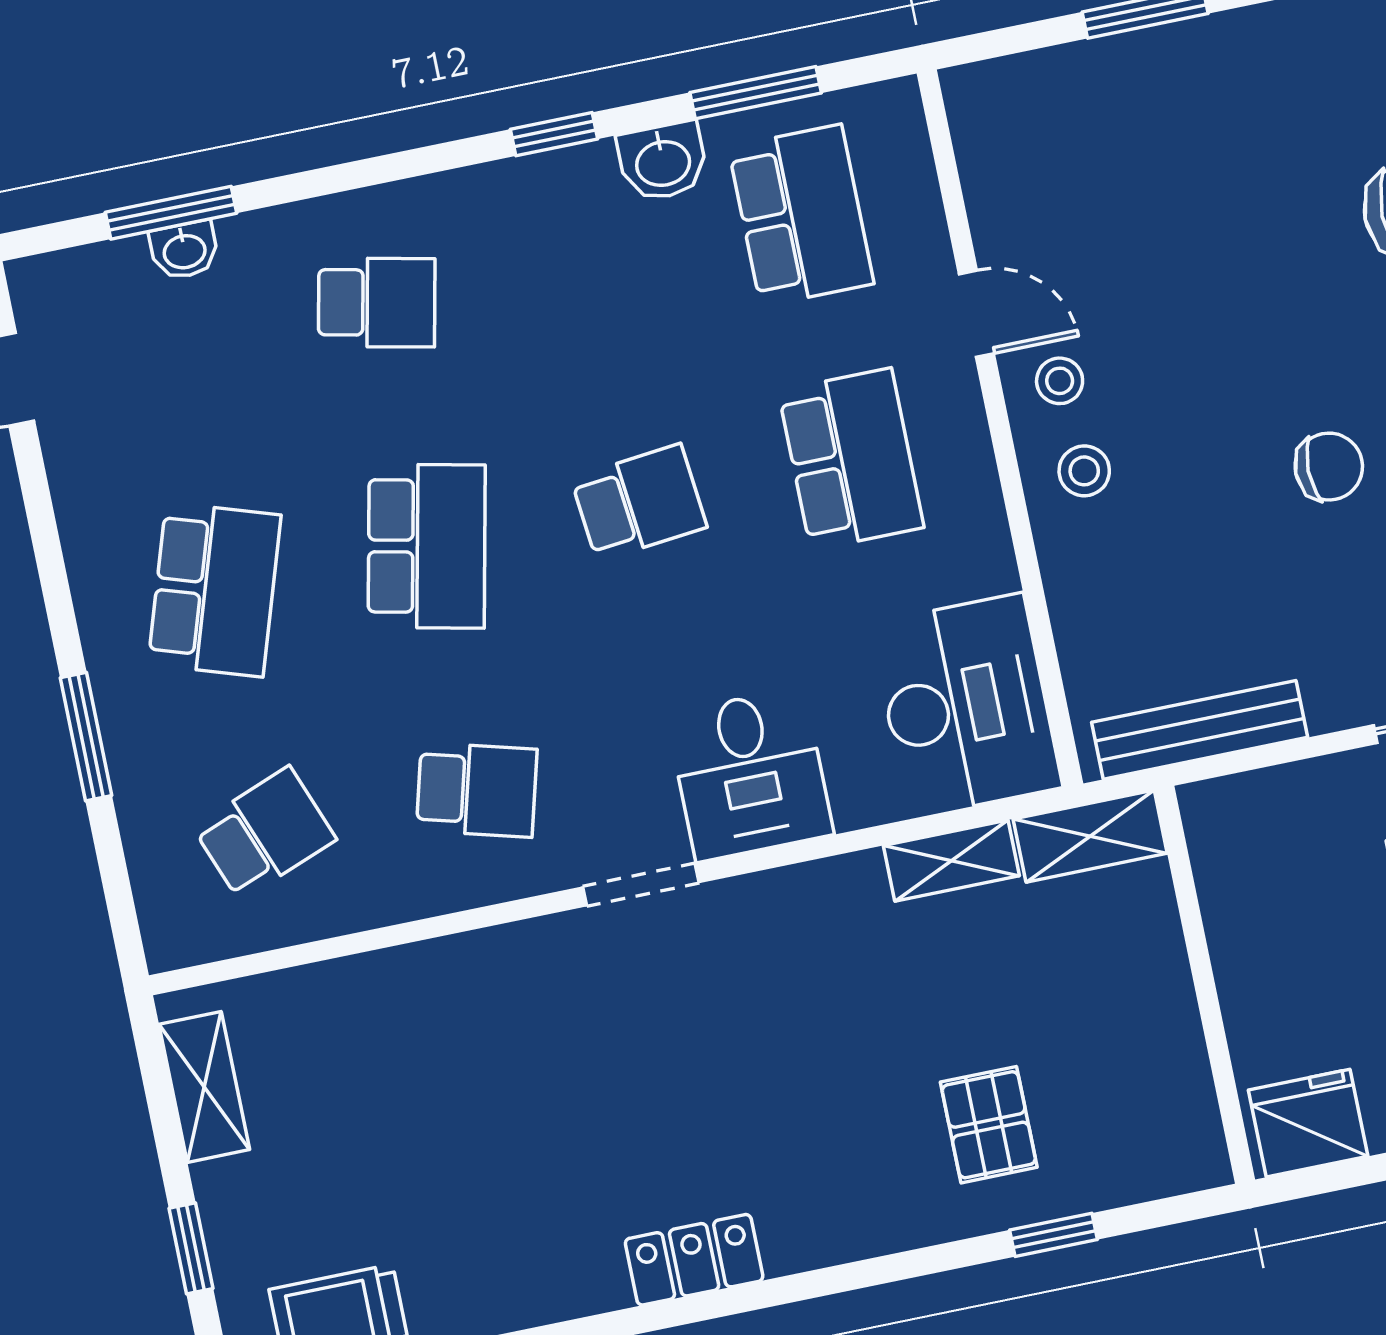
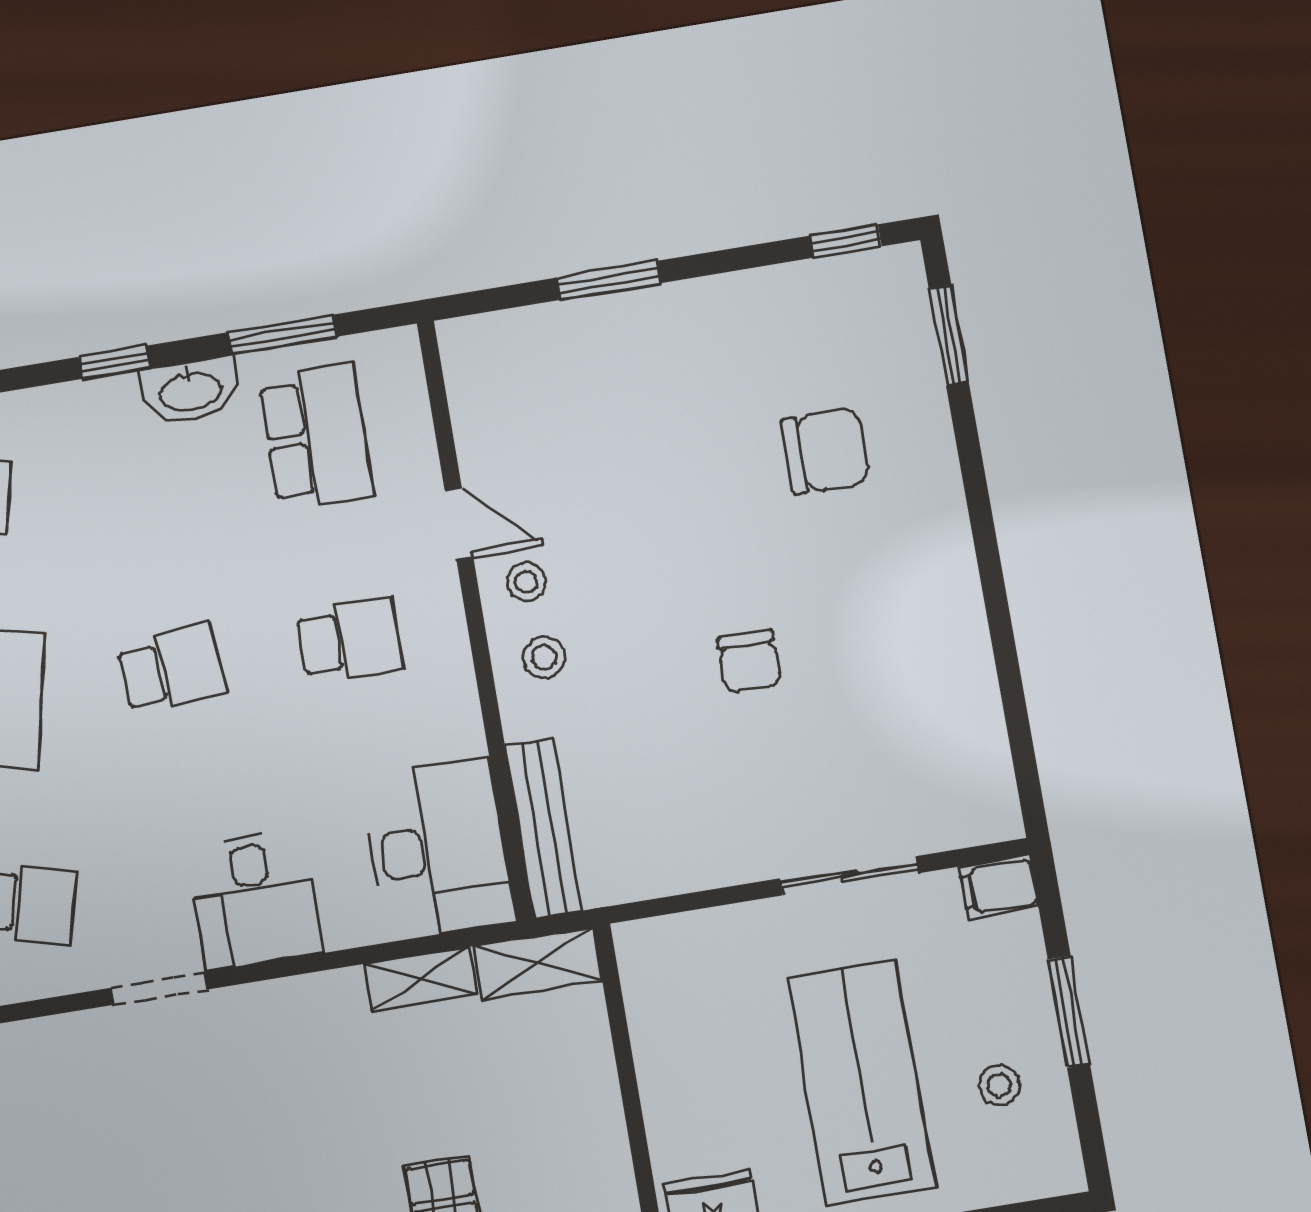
washbasin: (663, 161) -> (190, 390), width x1.38
school desk: (851, 459) -> (350, 640), width x0.54
chair: (1329, 467) -> (749, 661), turned 90
bench: (1200, 730) -> (543, 828), moved, turned 90

